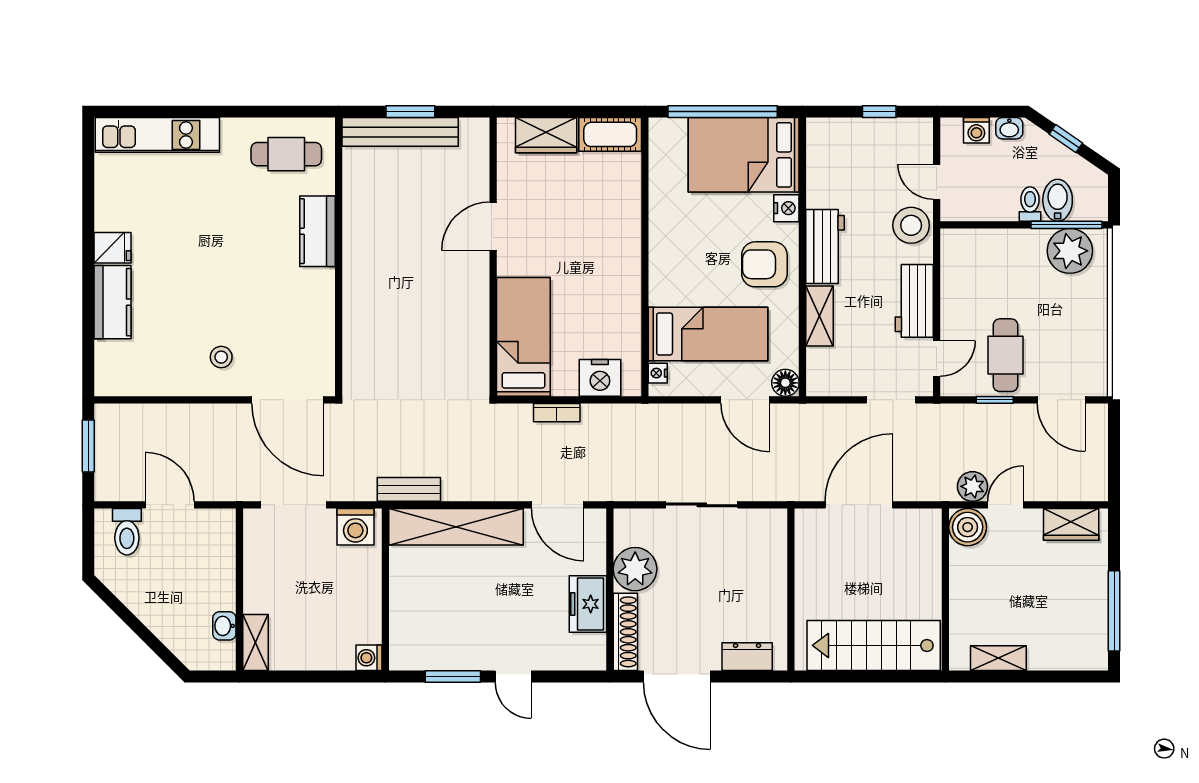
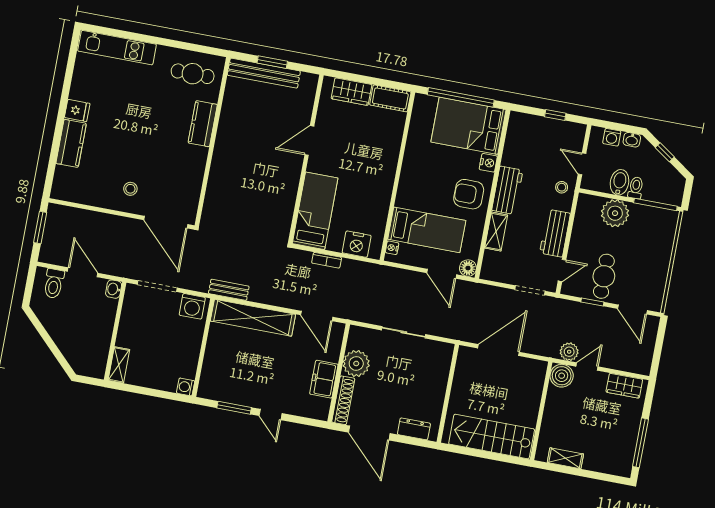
bidet: (1058, 200) -> (620, 182), moved
stool: (911, 225) -> (562, 187), width x0.53, depth x0.53
plant: (1070, 251) -> (615, 213), moved
washbasin: (224, 626) -> (114, 289), moved

